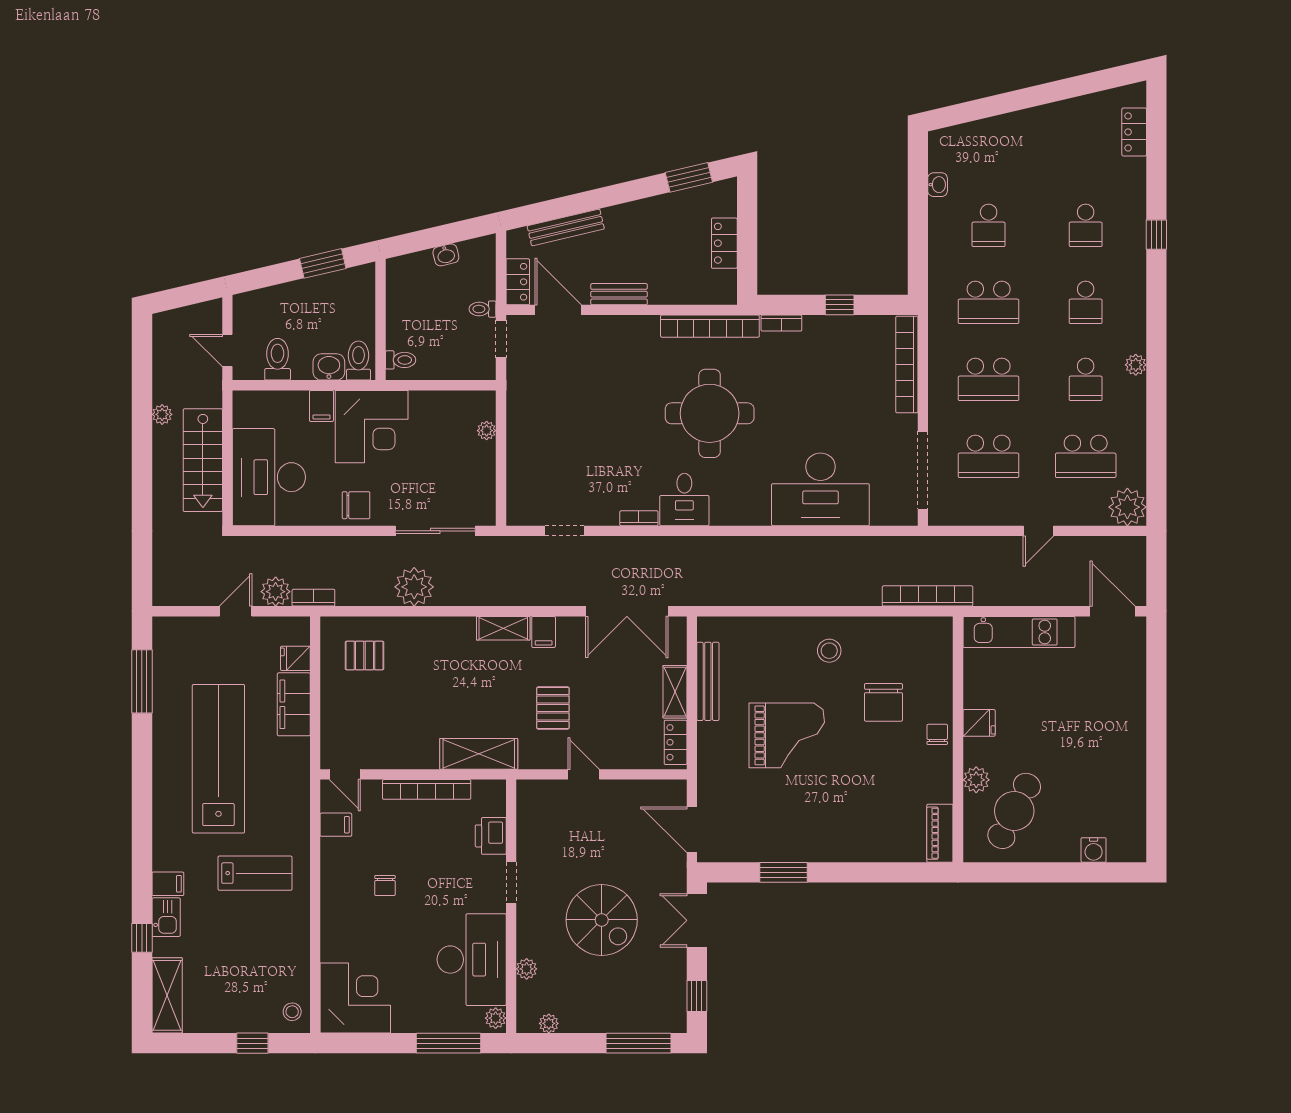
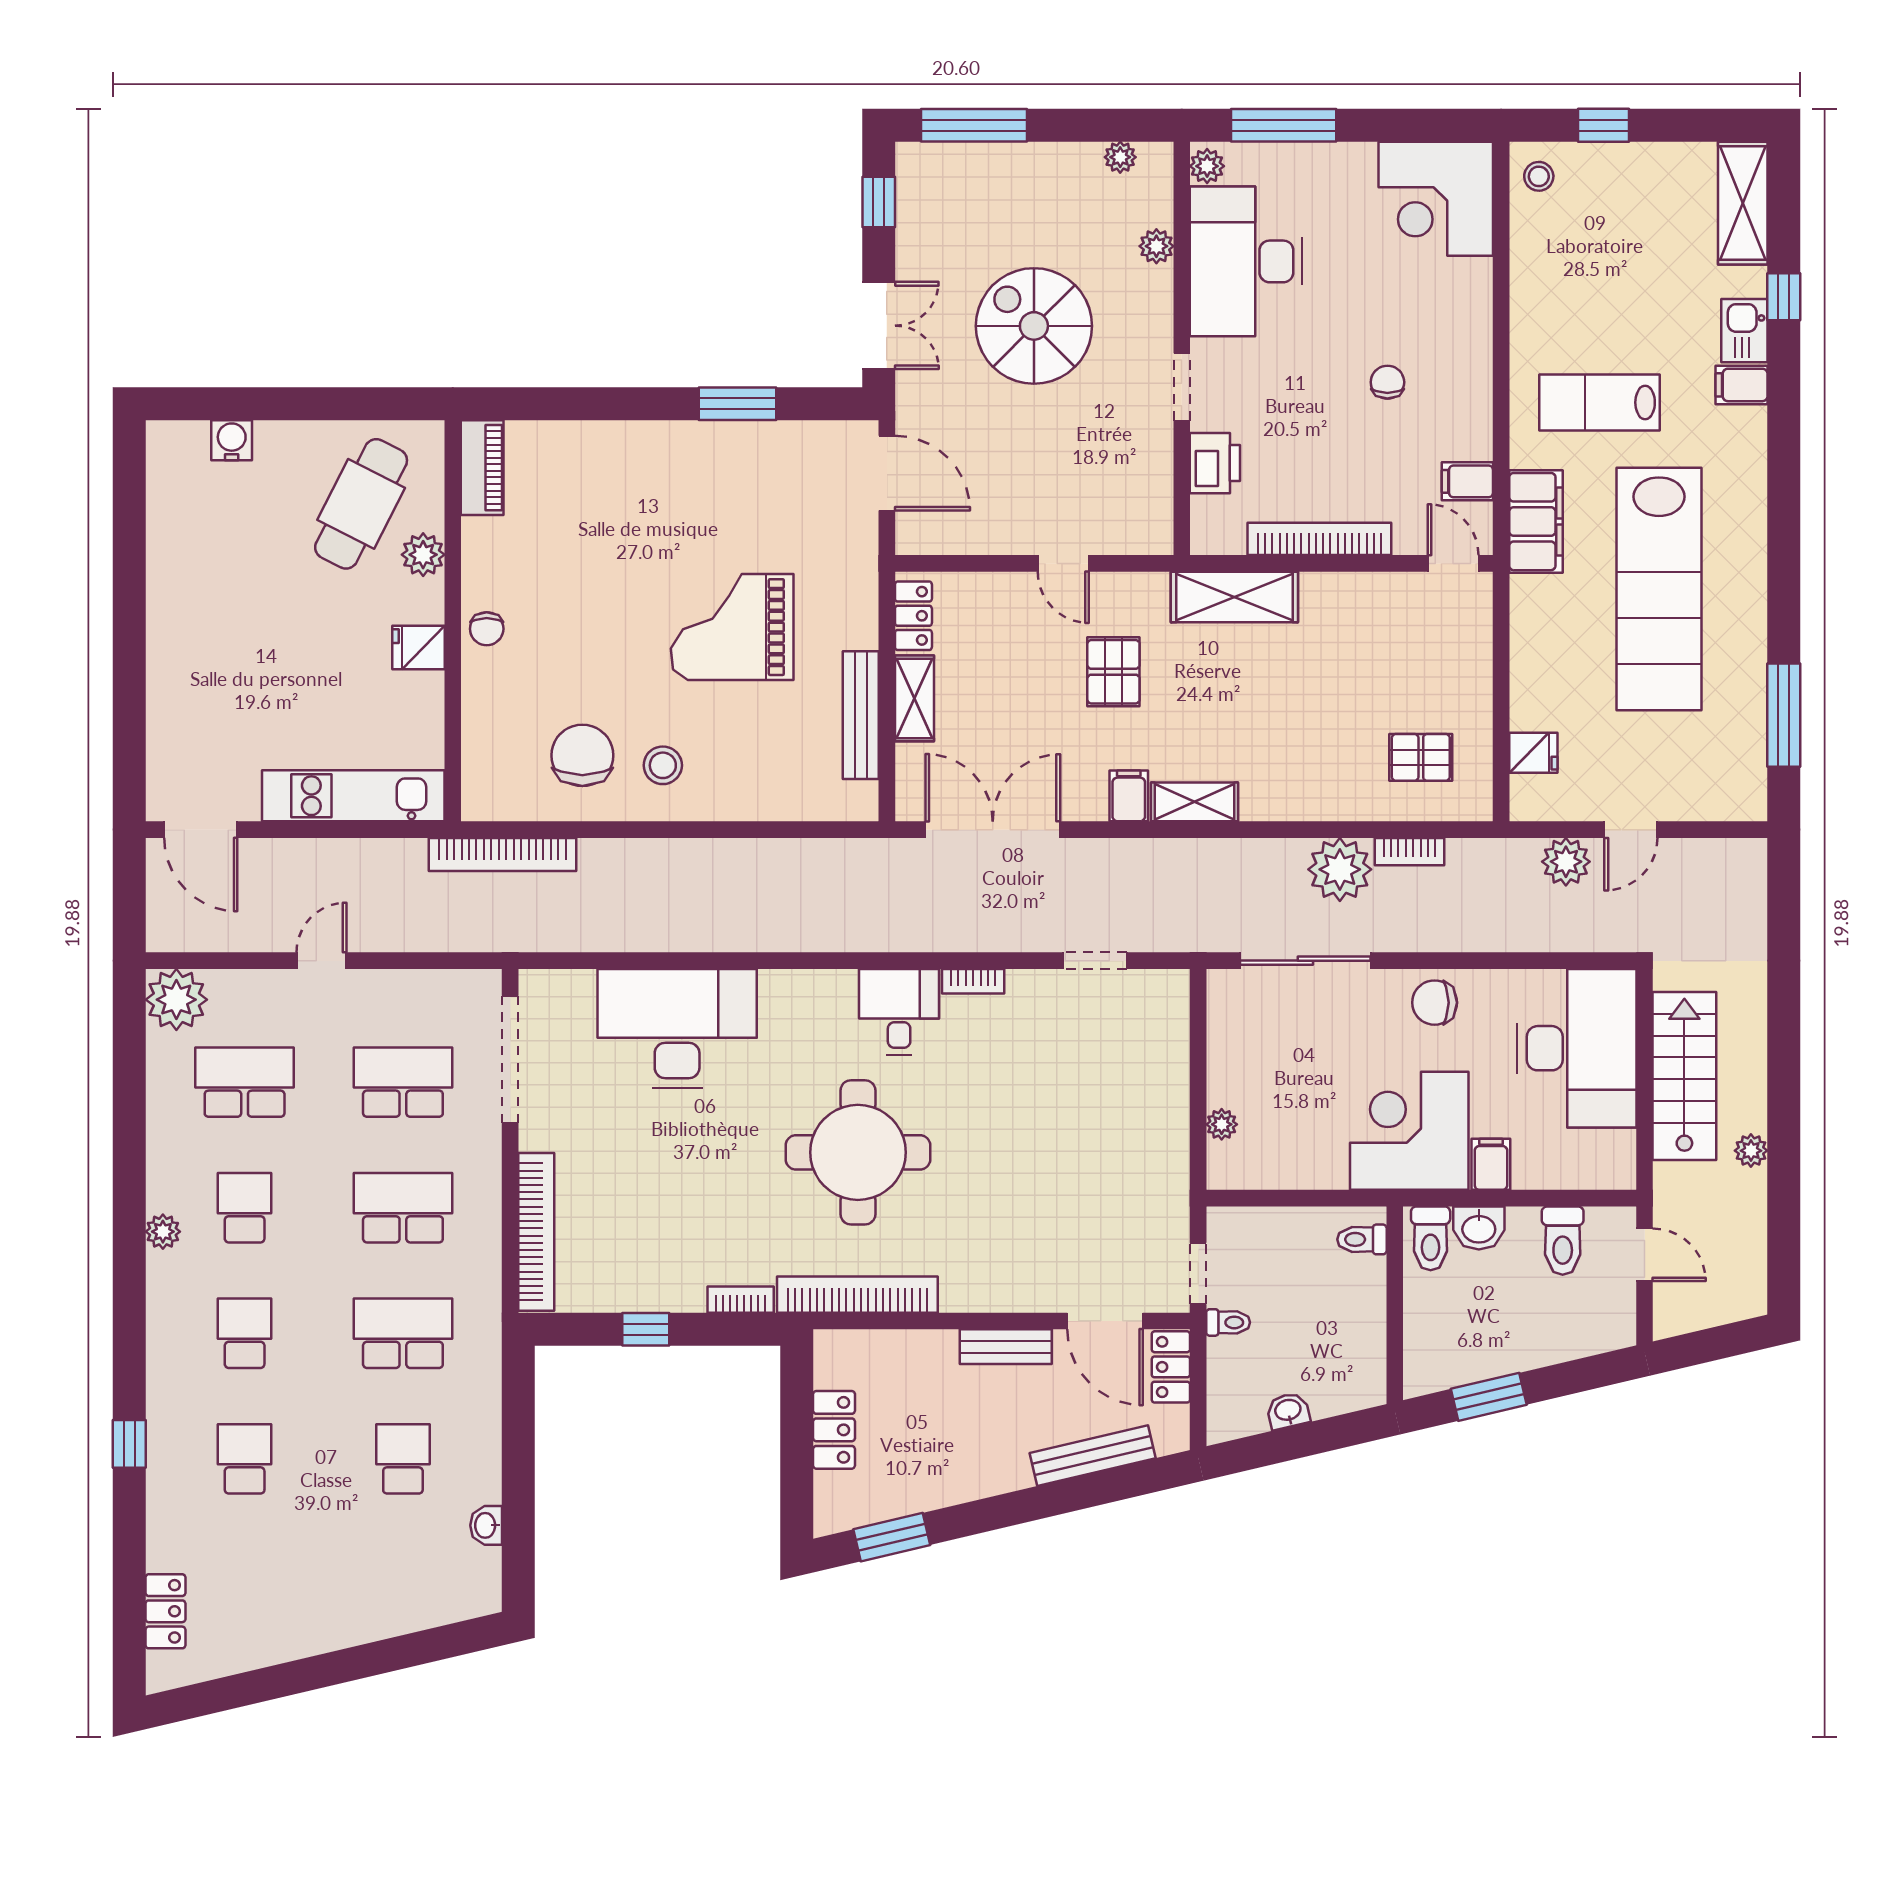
bookcase: (313, 598) -> (1409, 852), moved
chair: (883, 702) -> (582, 755), moved
filing cabinet: (294, 704) -> (1536, 522), moved

